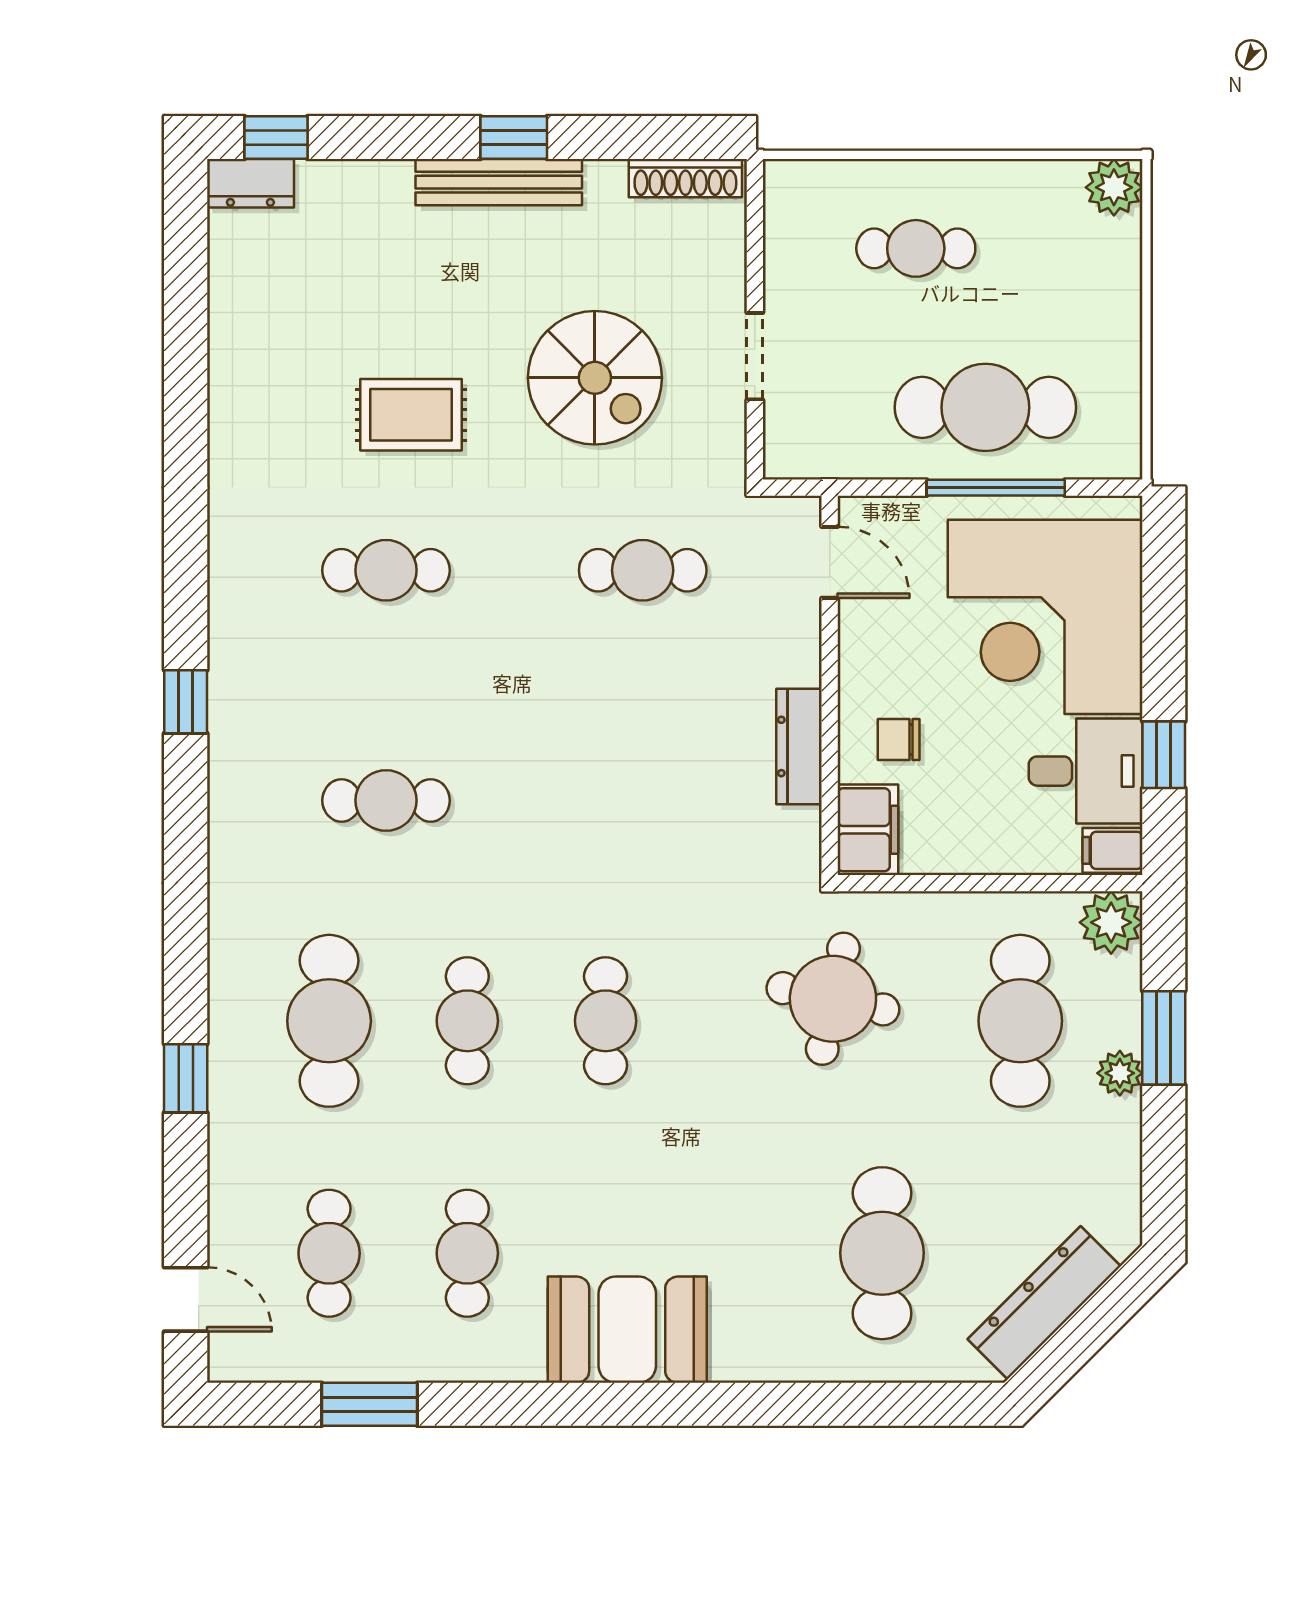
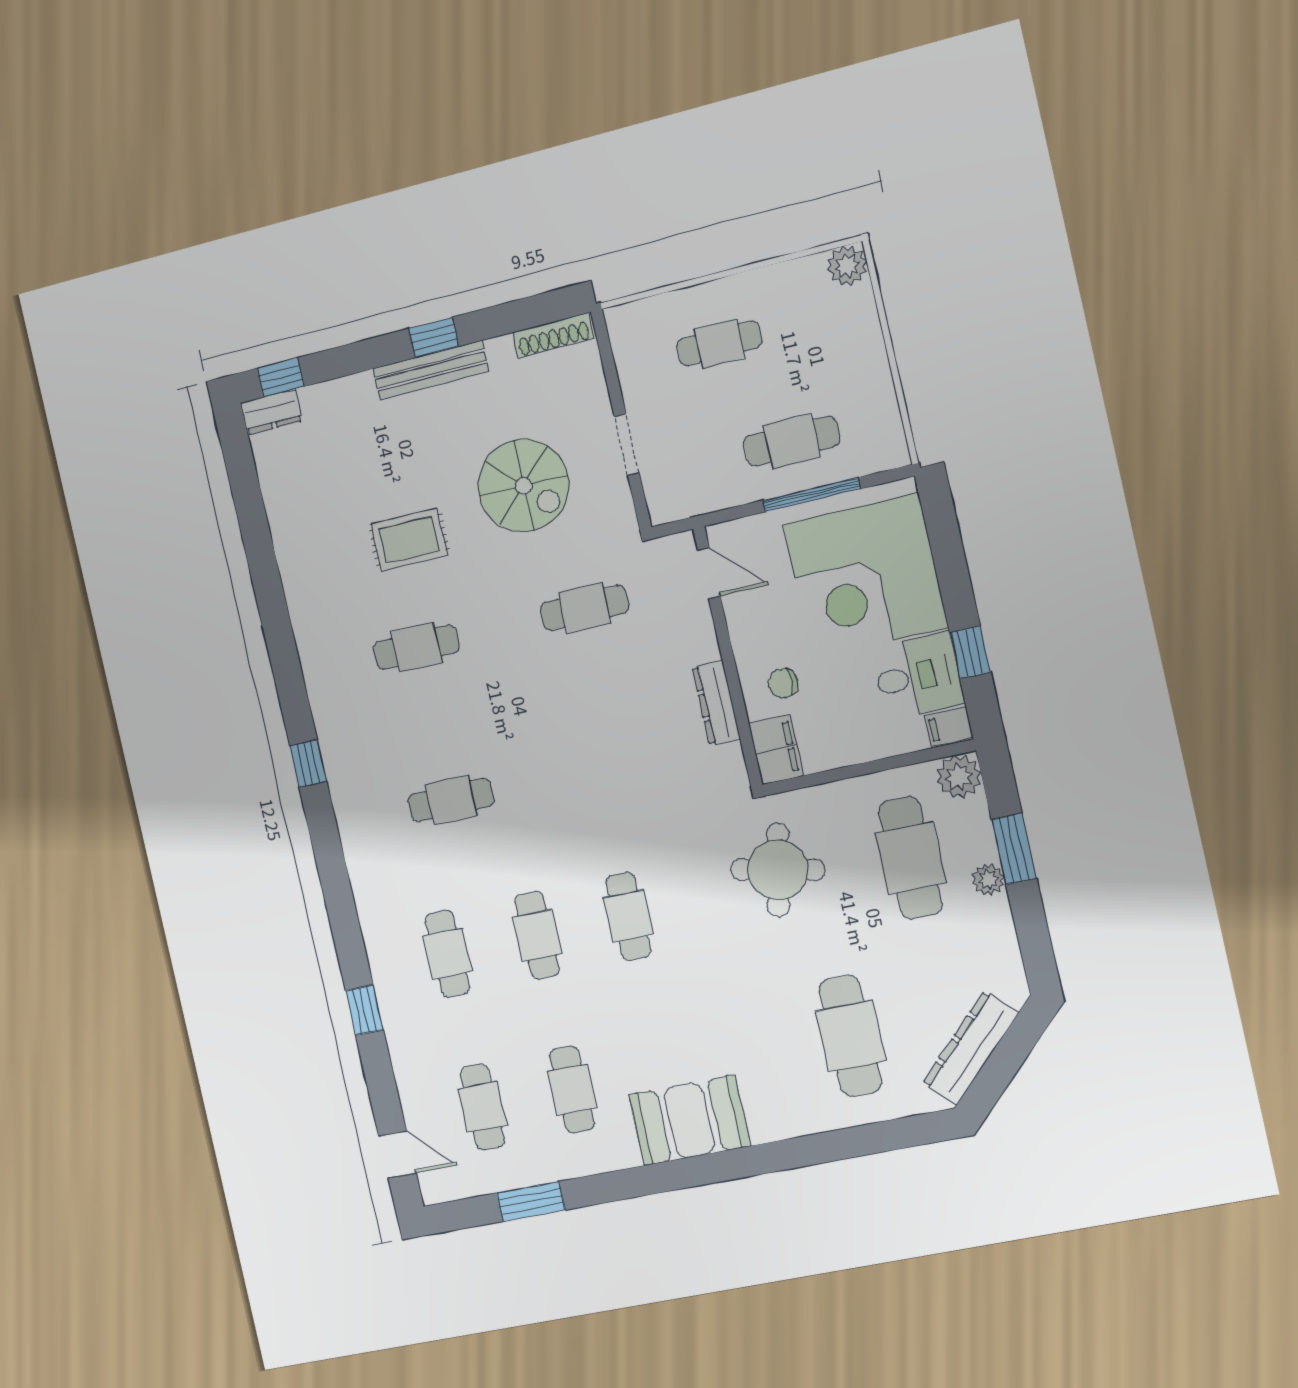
cafe table: (985, 407) -> (792, 441), width x0.73, depth x0.74
cafe table: (329, 1021) -> (447, 954), width x0.73, depth x0.74

